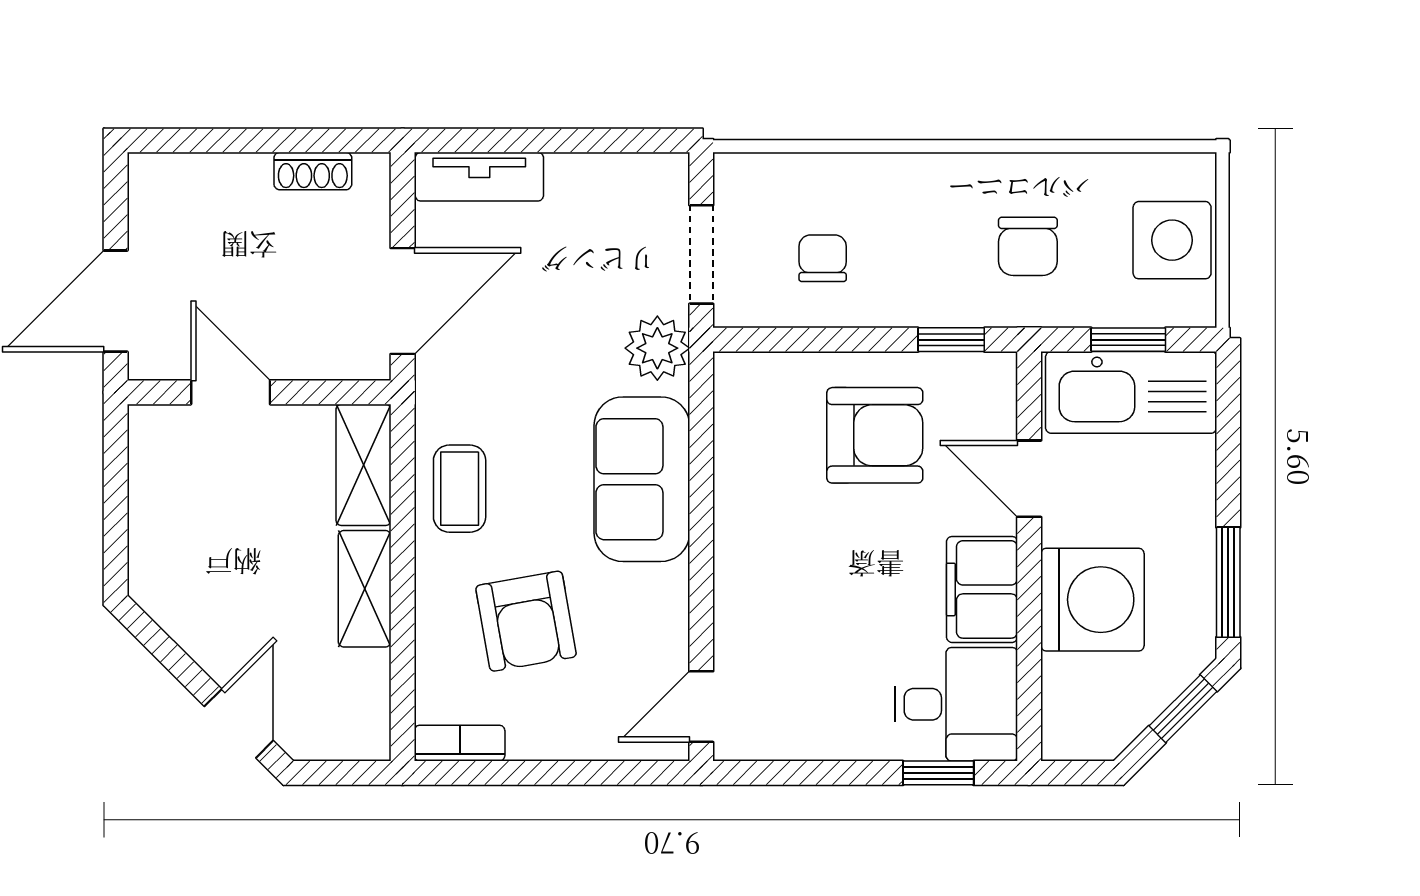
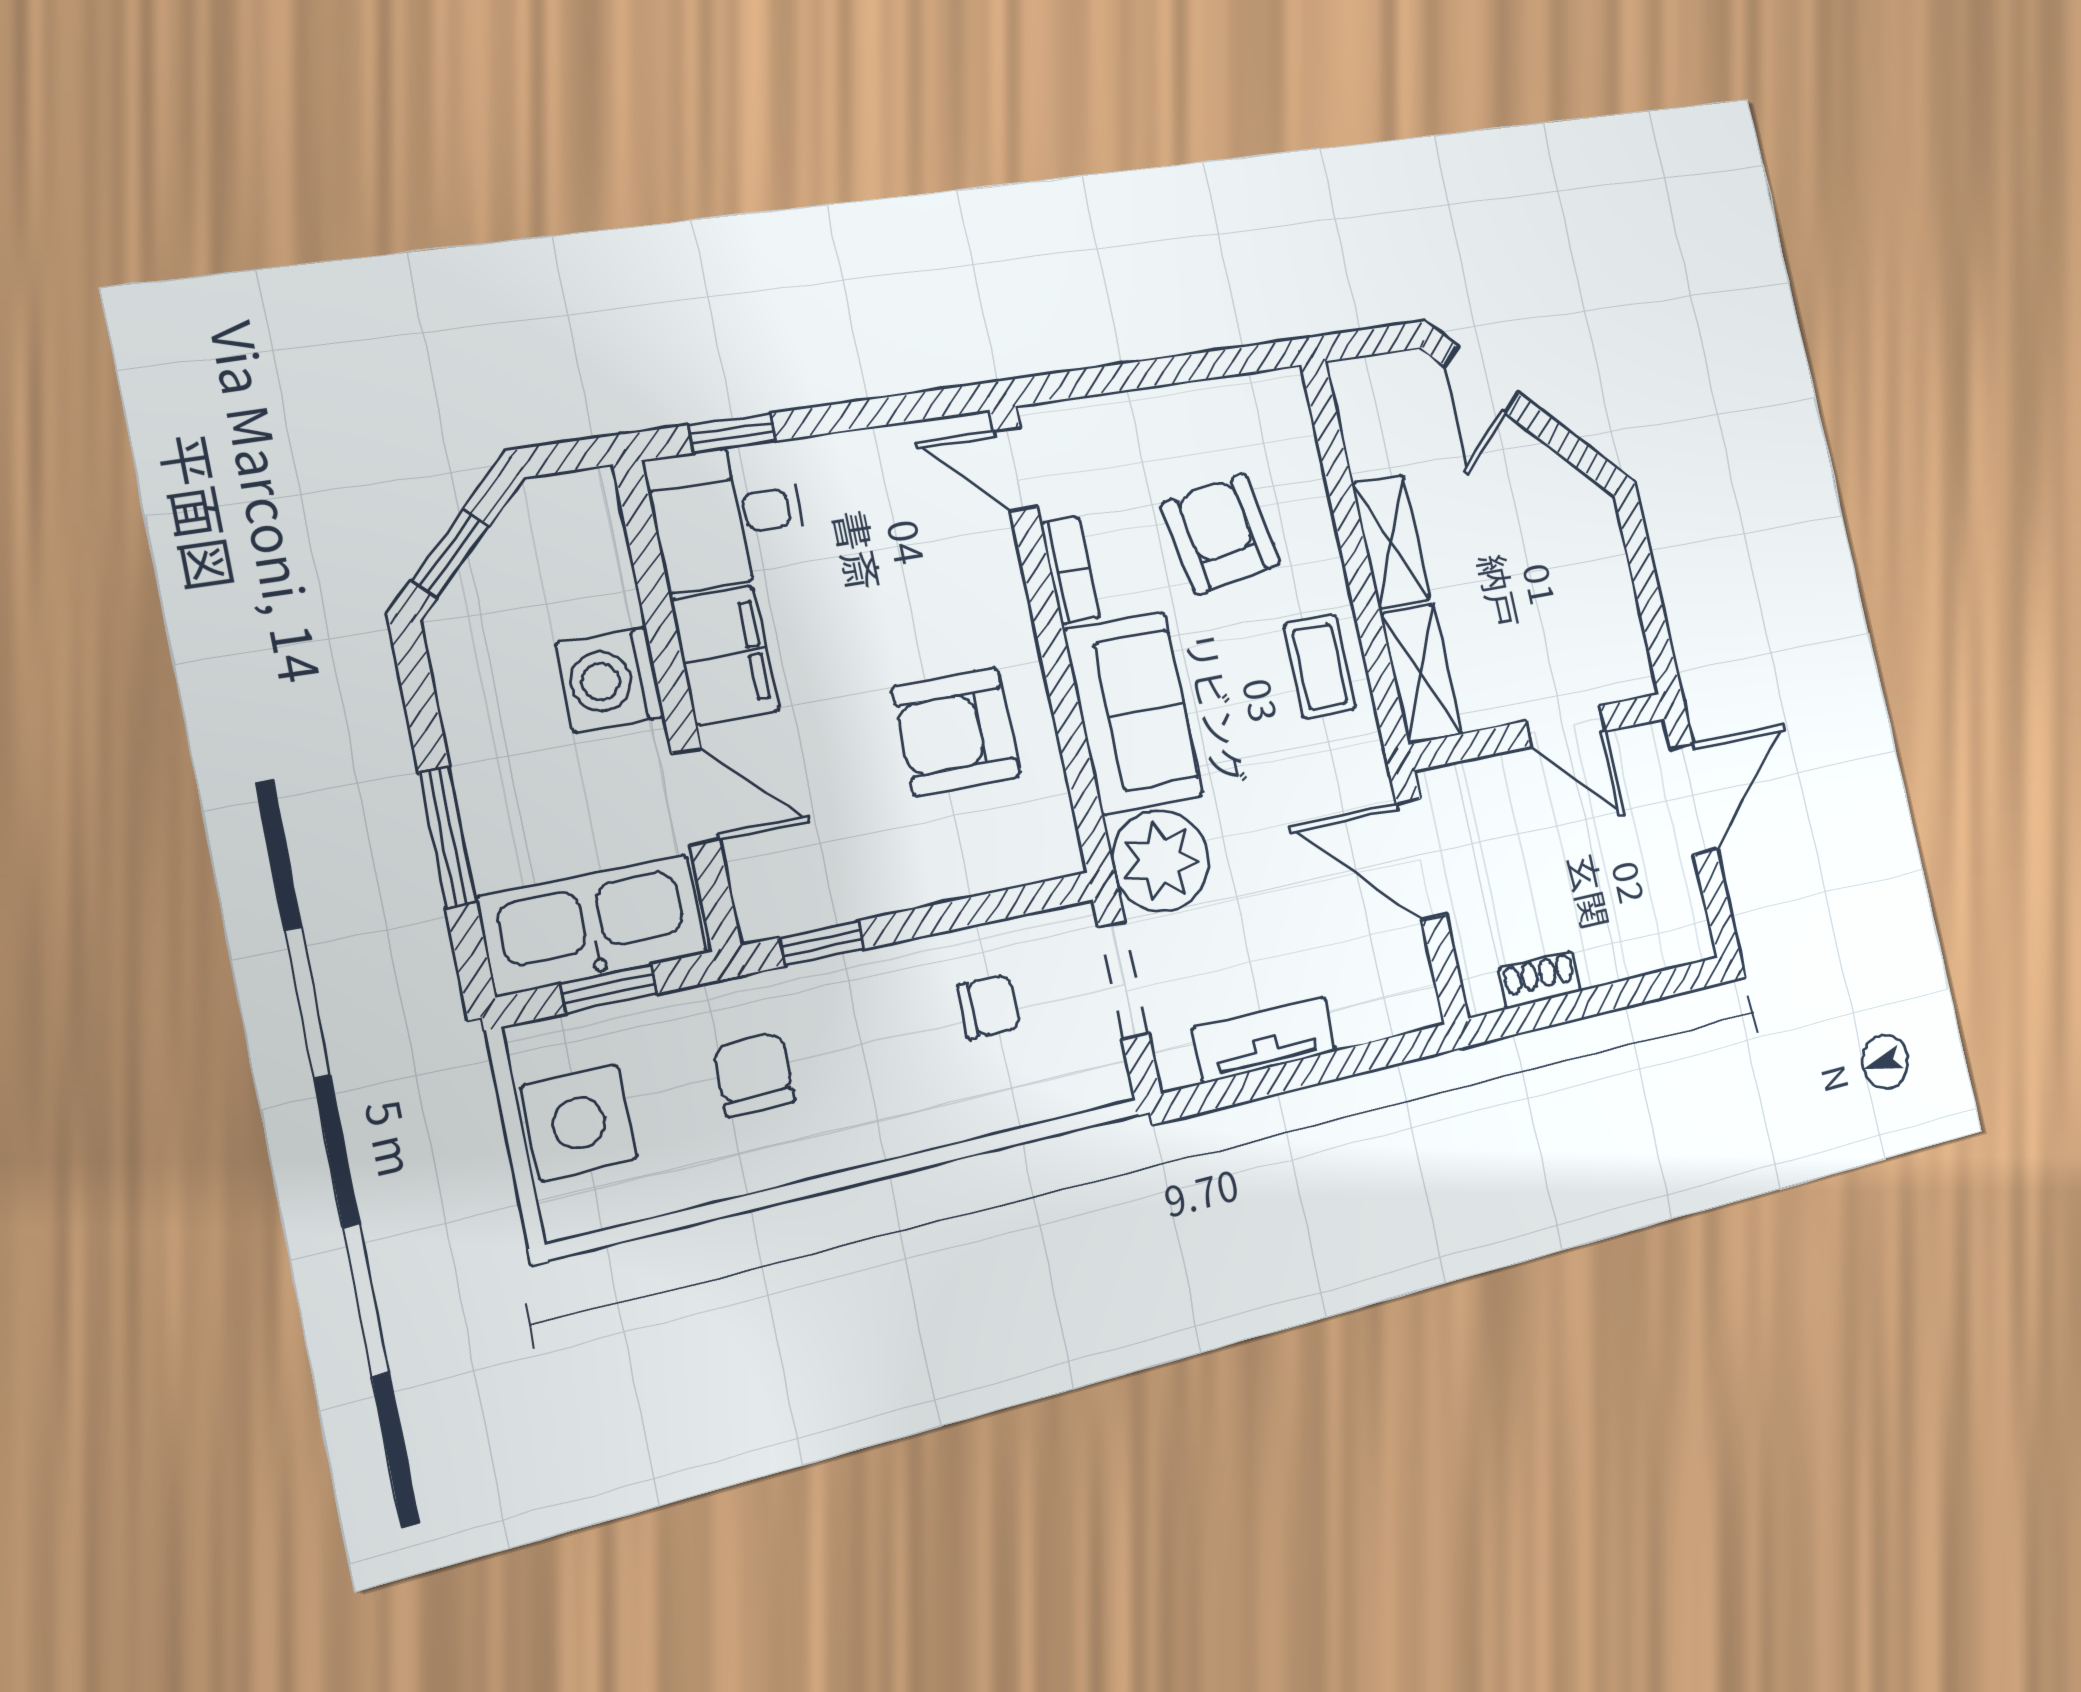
tv unit: (479, 177) -> (1264, 1040), moved
chair: (823, 258) -> (989, 1006), turned -90
door: (403, 301) -> (1421, 859), hinge flipped
plant: (657, 348) -> (1161, 861), width x1.36, depth x1.36
armchair: (875, 435) -> (956, 732), moved
window: (1228, 582) -> (447, 837), moved
washing machine: (1092, 600) -> (610, 680), width x0.73, depth x0.73
door: (701, 707) -> (1015, 469), swing flipped
bookcase: (460, 743) -> (1070, 570), moved, turned -90

